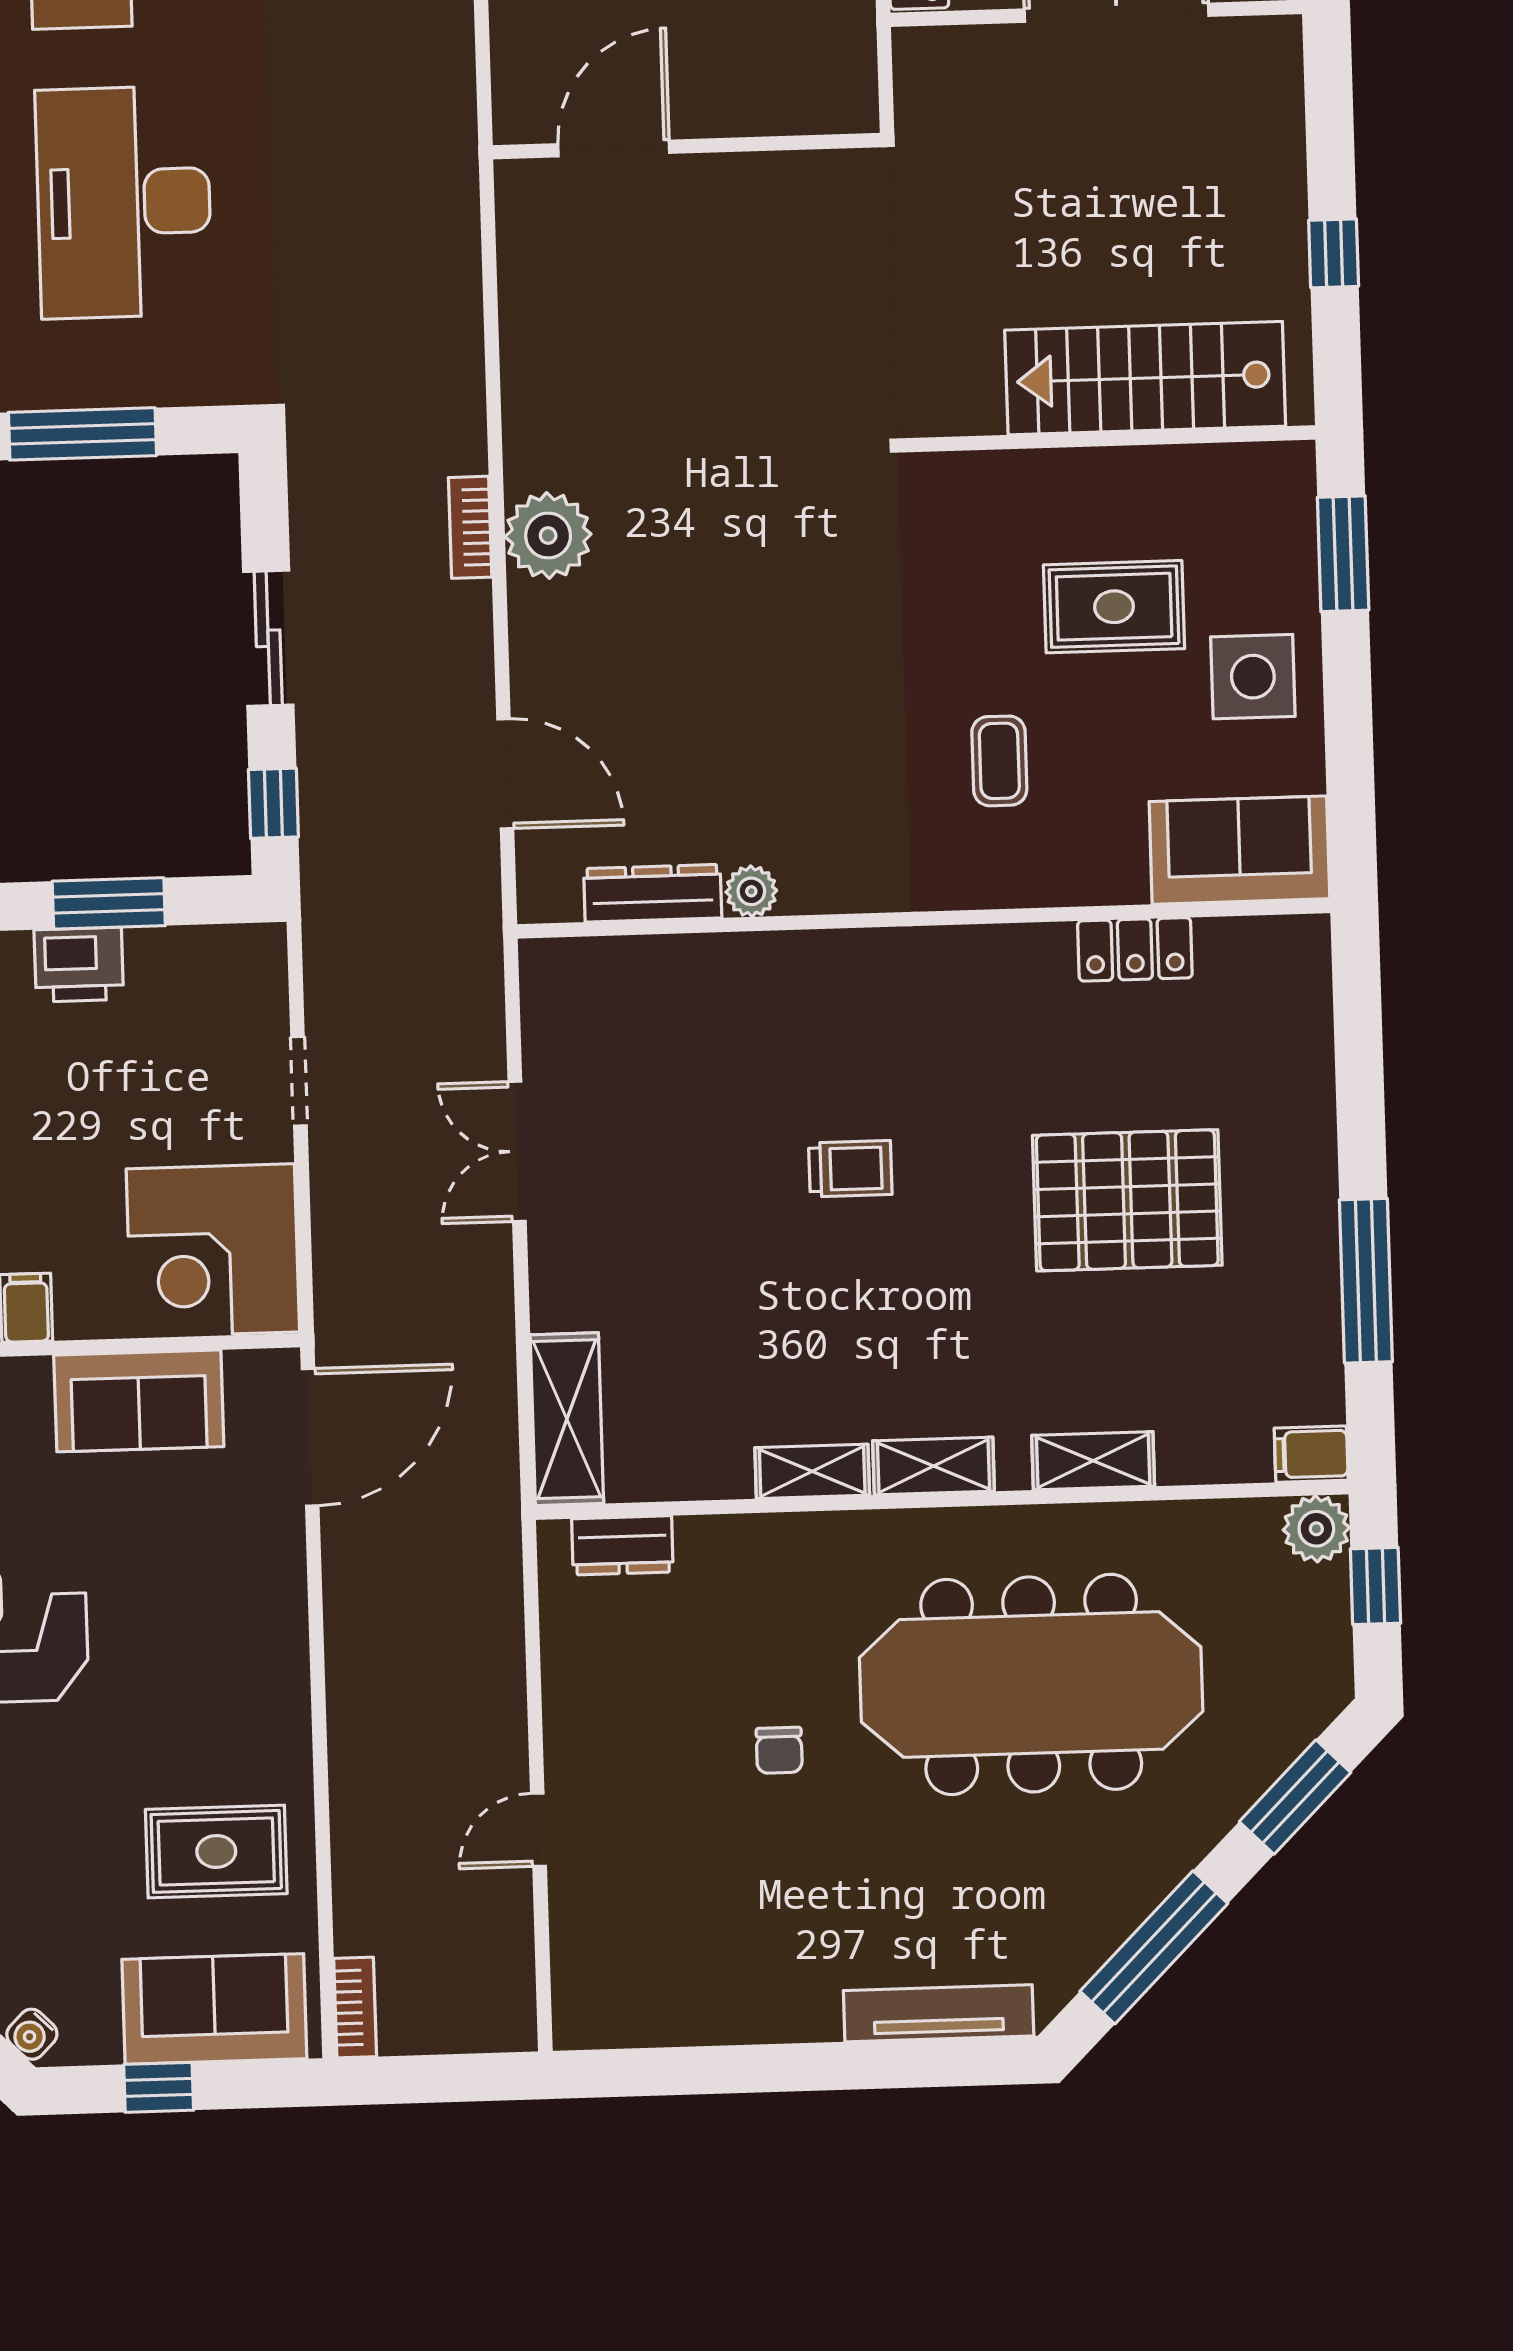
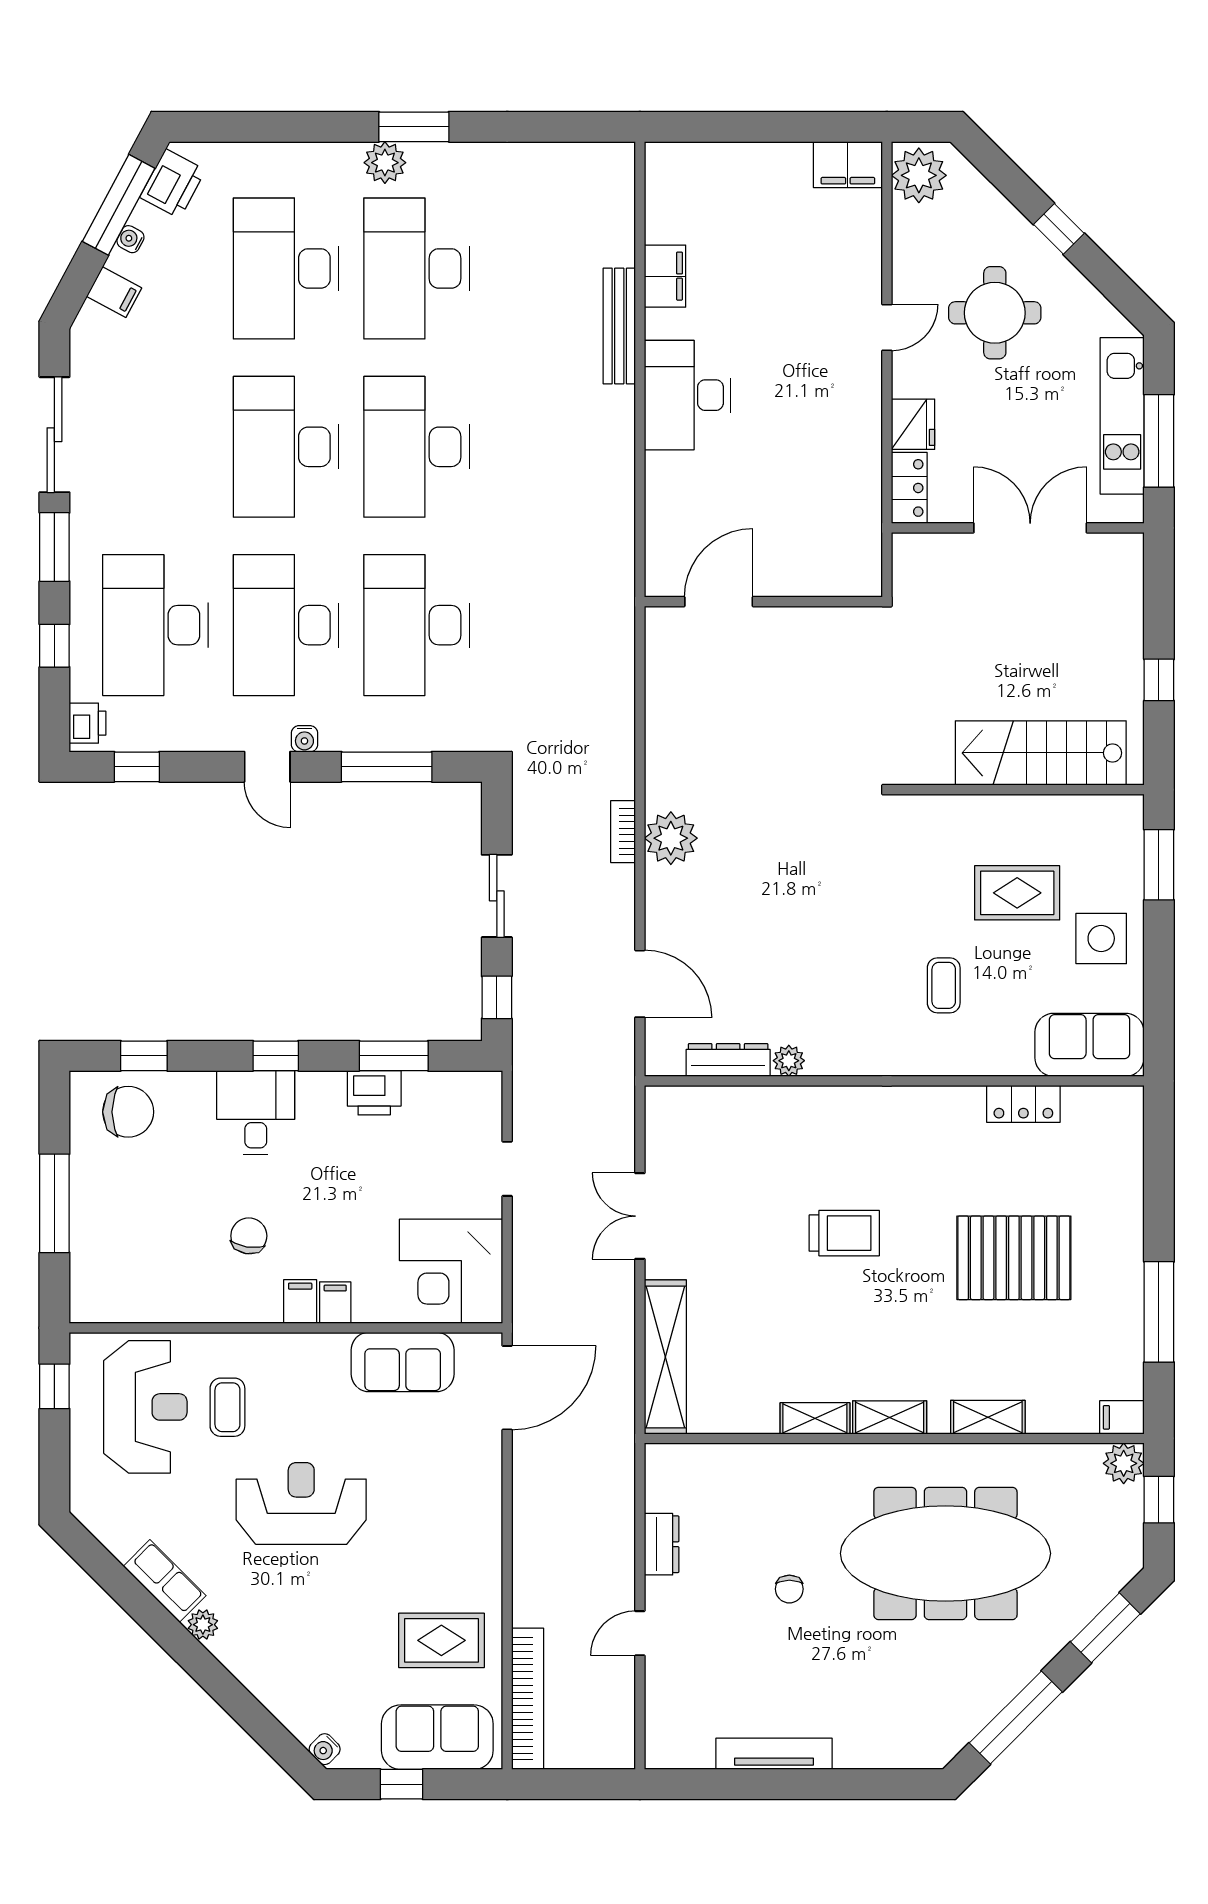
trolley: (850, 1169) -> (844, 1233), width x1.36, depth x1.39
shelving: (567, 1419) -> (665, 1357), width x1.47
dresser: (622, 1545) -> (662, 1544), moved, turned -90
bookcase: (355, 2007) -> (528, 1699), width x2.31, depth x1.31
tv unit: (939, 2013) -> (774, 1754), moved

